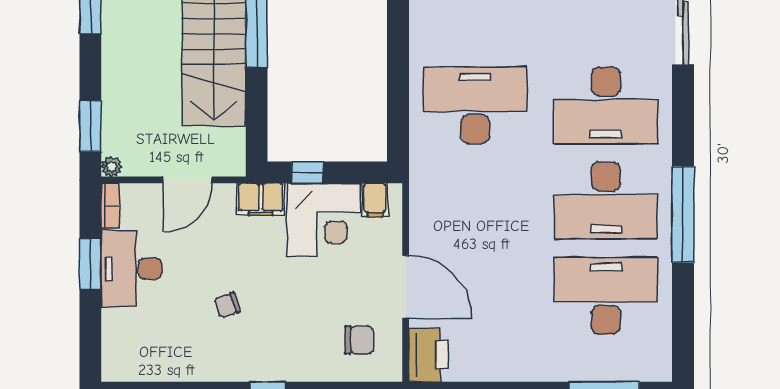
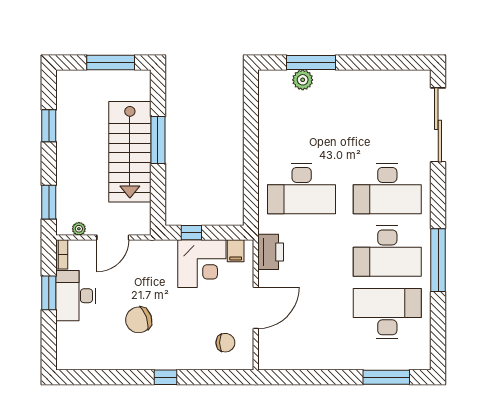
desk: (475, 105) -> (302, 189), turned 180
plant: (111, 167) -> (79, 229), moved
filing cabinet: (261, 199) -> (161, 250), removed
door: (406, 287) -> (256, 308), hinge flipped
chair: (227, 305) -> (139, 320), width x1.87, depth x1.87
printer: (428, 355) -> (271, 252), moved

